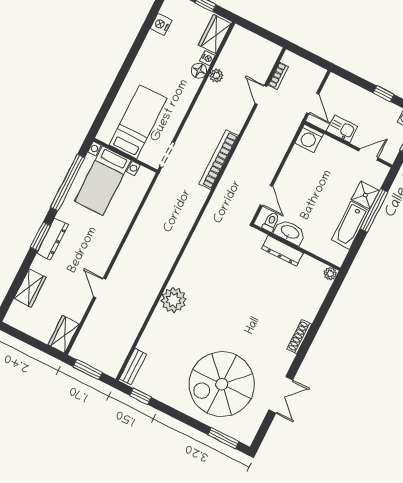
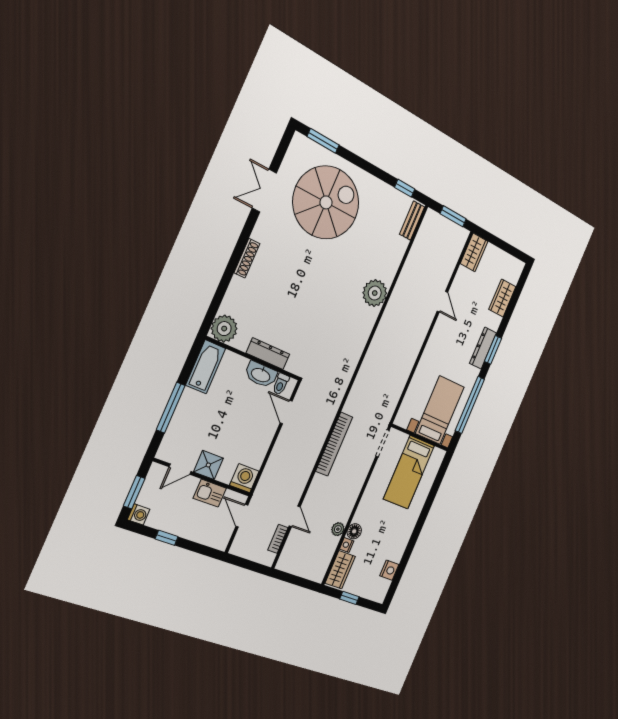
shower: (365, 195) -> (208, 465), moved
bathtub: (350, 225) -> (206, 367), moved
plant: (330, 274) -> (224, 329), width x1.88, depth x1.88

